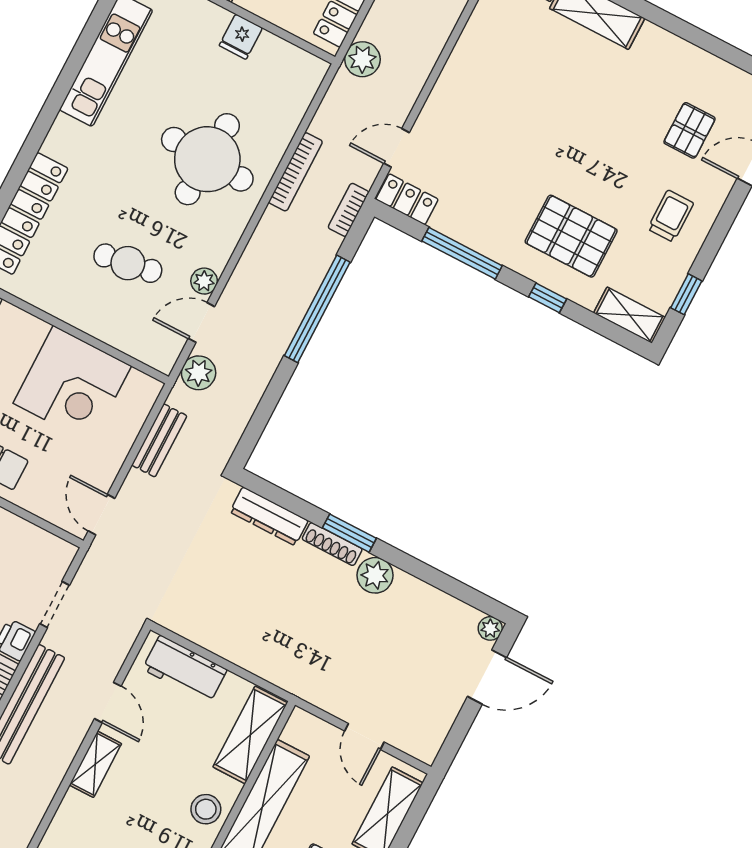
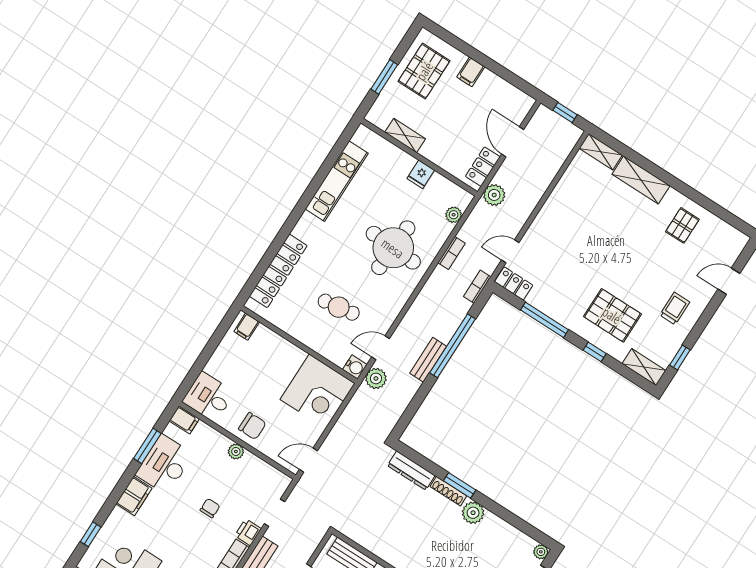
pallet: (690, 130) -> (682, 225), moved
bookcase: (296, 172) -> (452, 253), width x0.64
plant: (204, 281) -> (454, 215), moved
water cooler: (163, 357) -> (355, 367), added
corner desk: (72, 385) -> (318, 391), moved
bench: (159, 440) -> (428, 360), moved
door: (101, 515) -> (308, 460), hinge flipped

